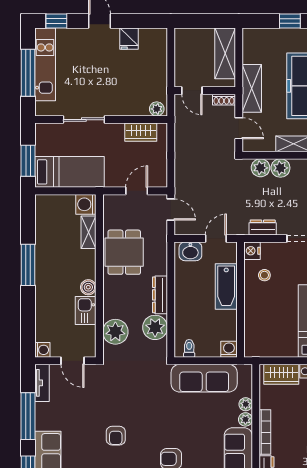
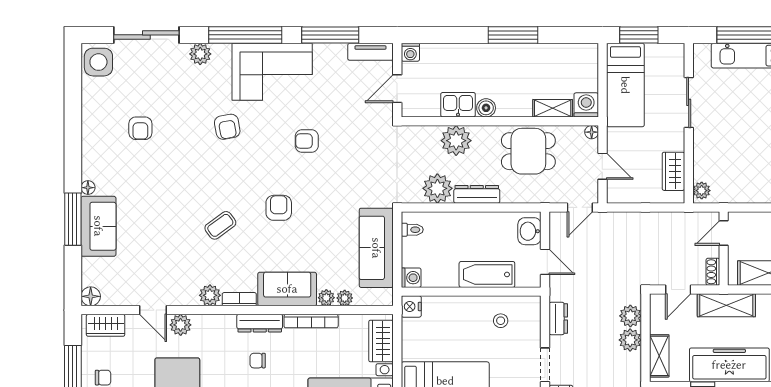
floor lamp: (108, 200) -> (592, 132), added
nightstand: (252, 251) -> (411, 306), moved, turned -90
plant: (115, 332) -> (456, 141), moved

